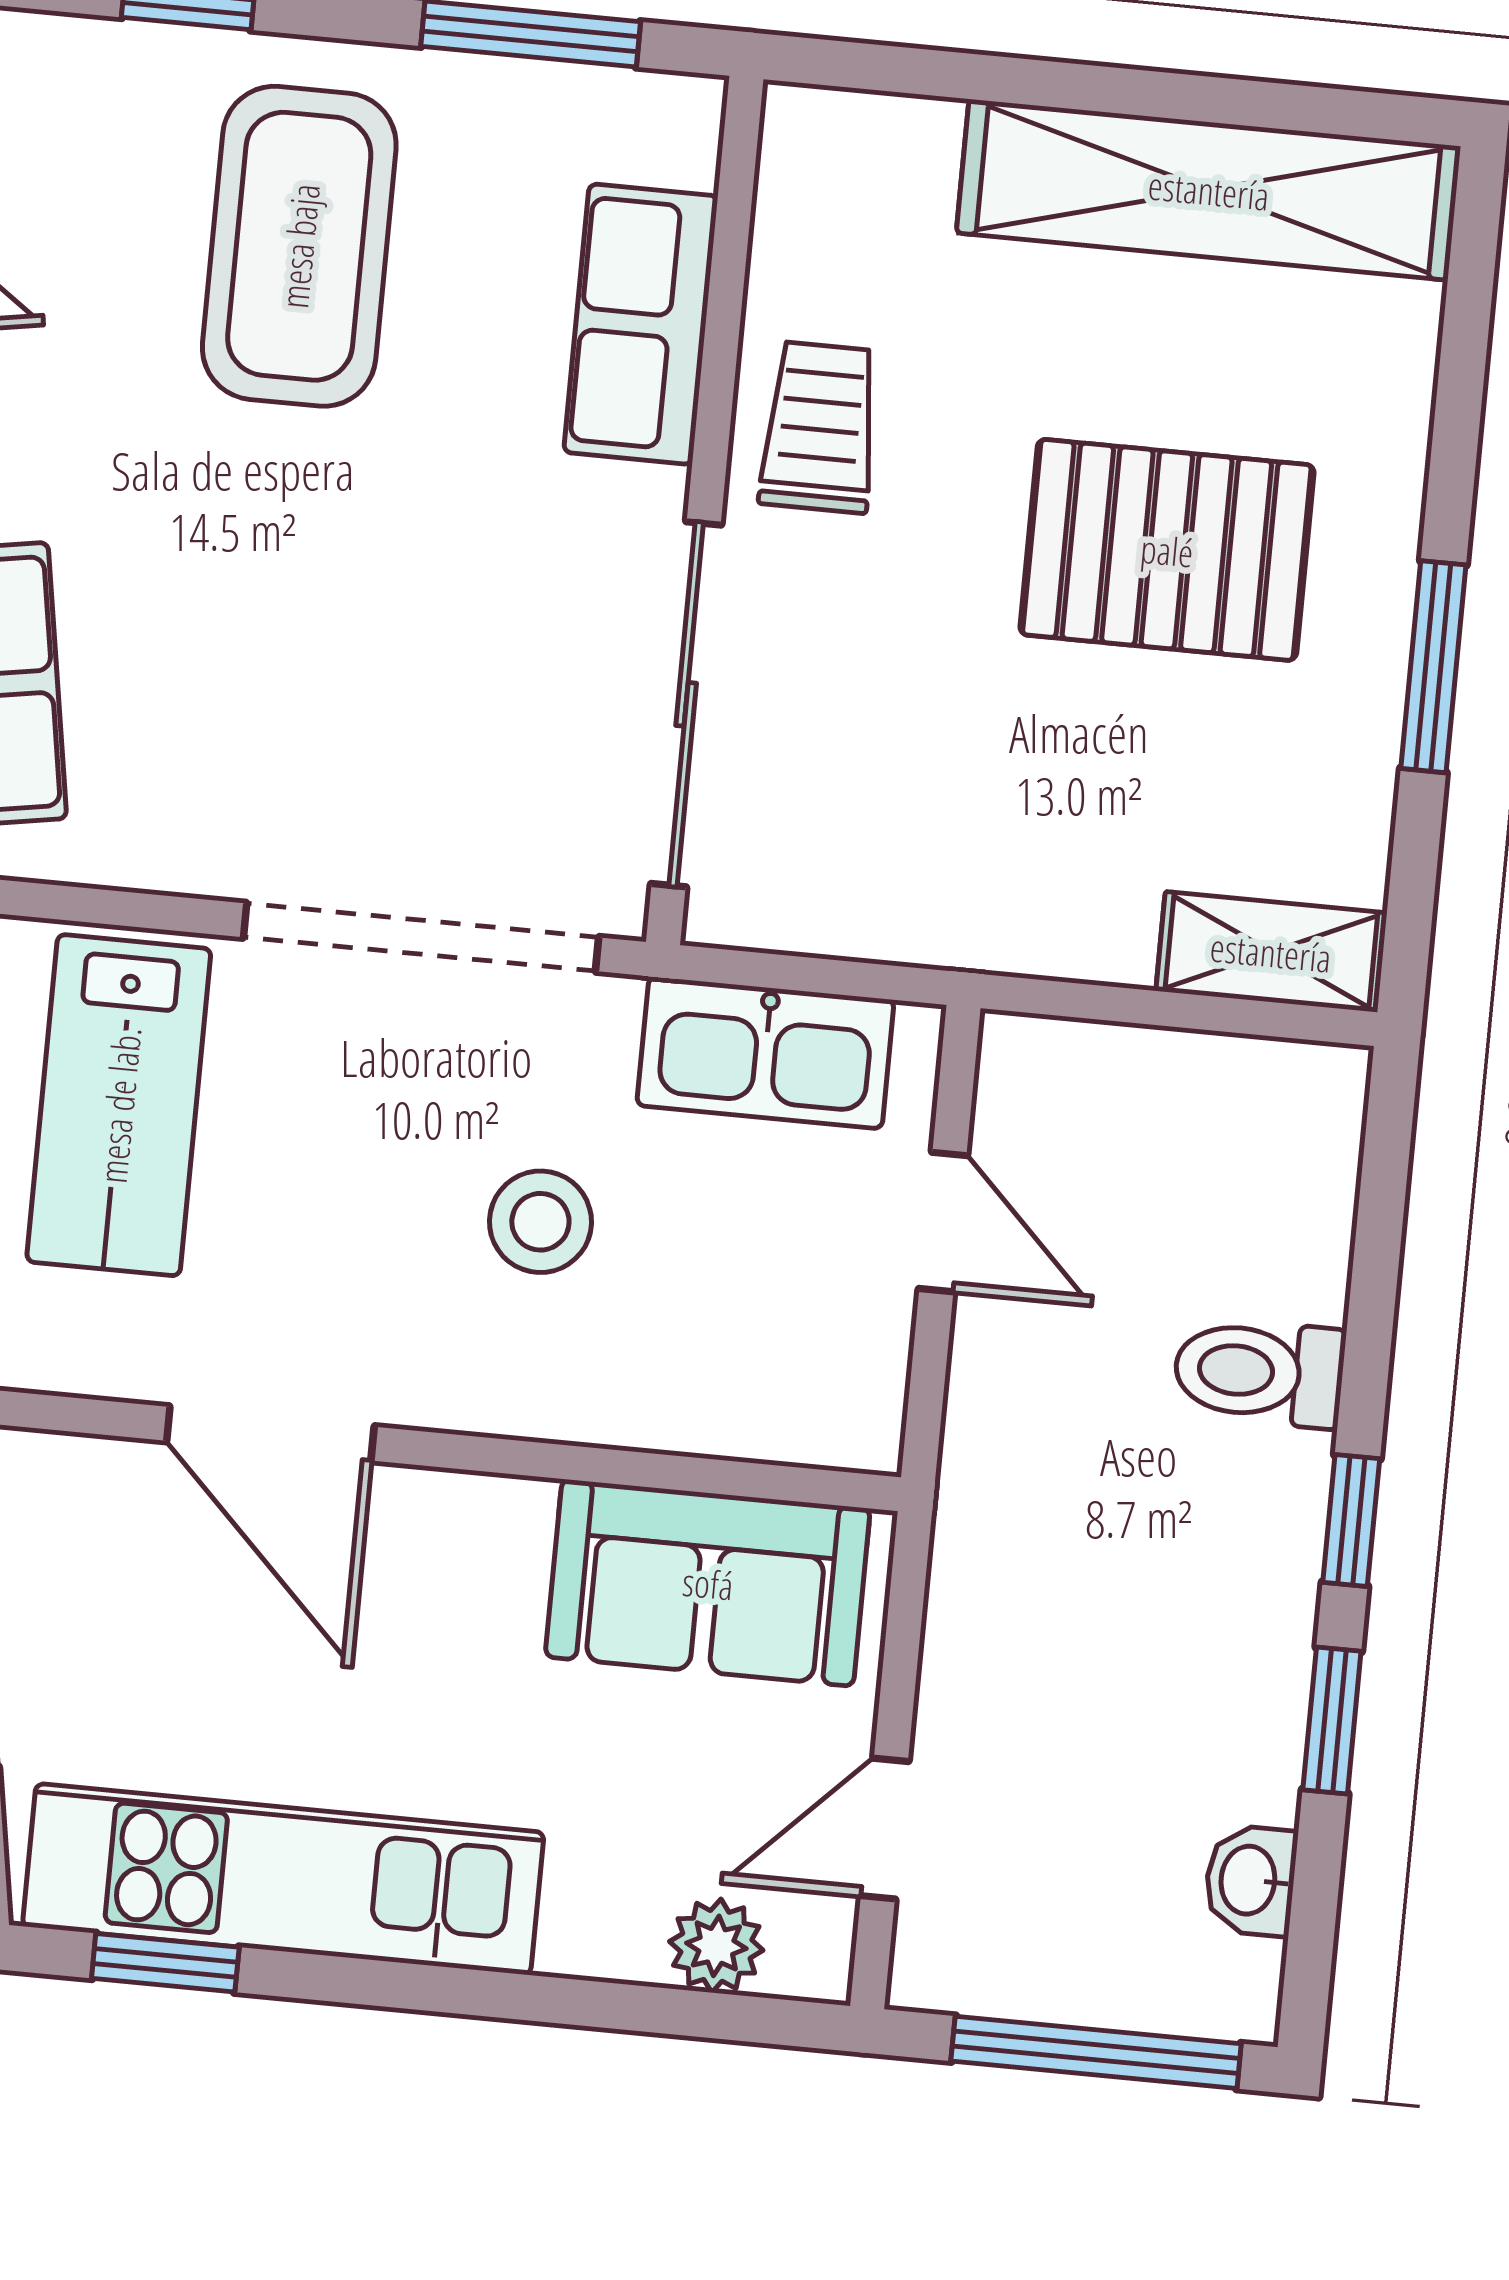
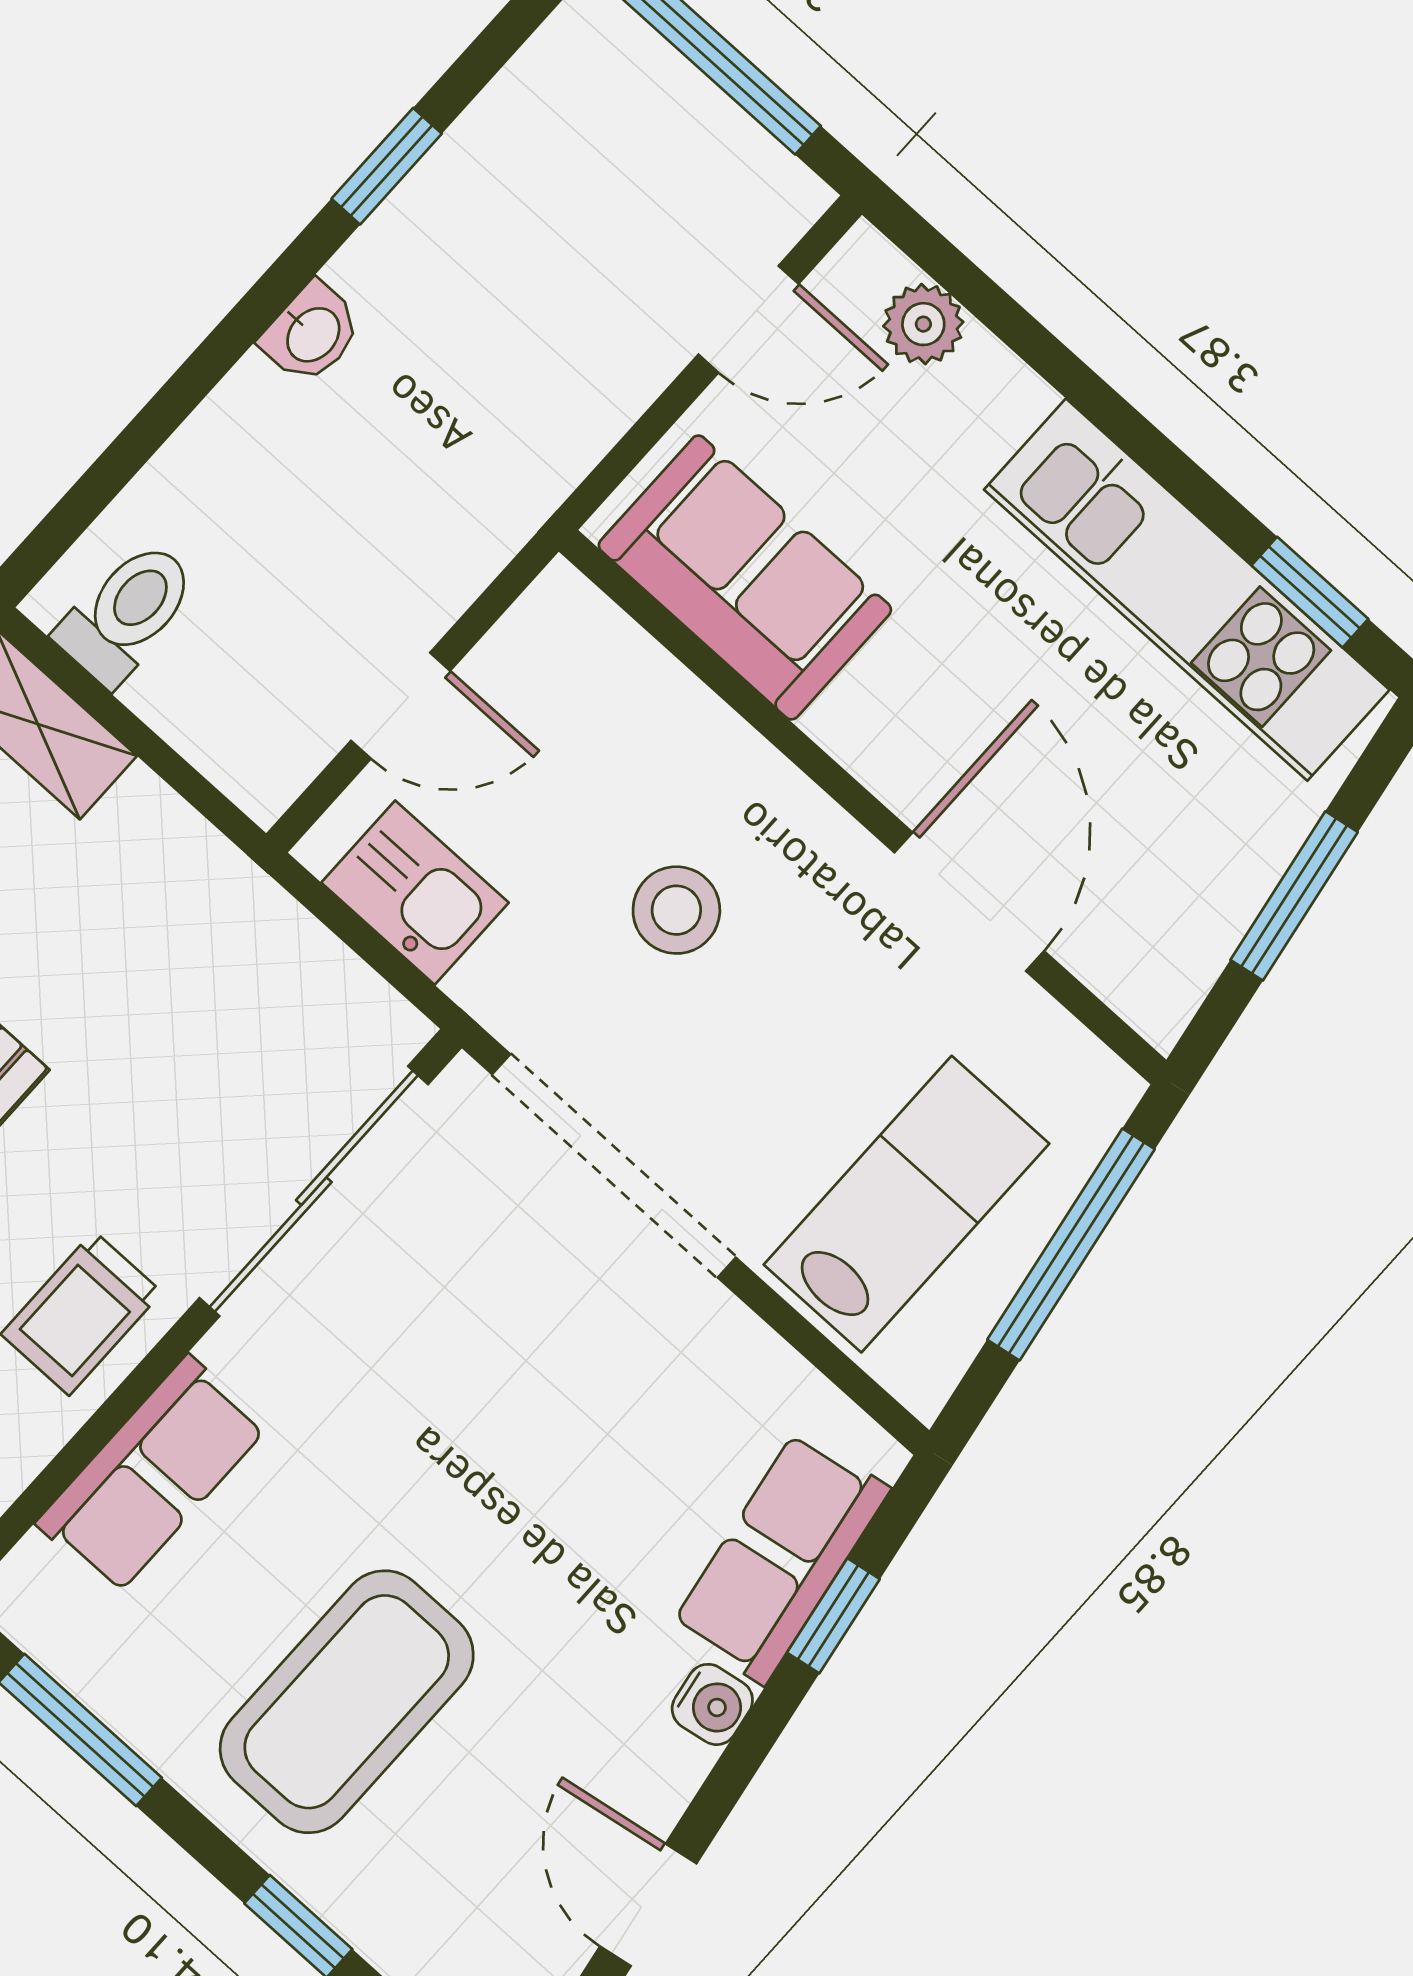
kitchen sink: (765, 1053) -> (415, 893), width x0.73
door: (943, 1222) -> (401, 706), swing flipped
toilet: (1259, 1372) -> (127, 613), moved, turned -90
window: (1351, 1521) -> (272, 294), removed
washbasin: (1250, 1880) -> (312, 333), moved

